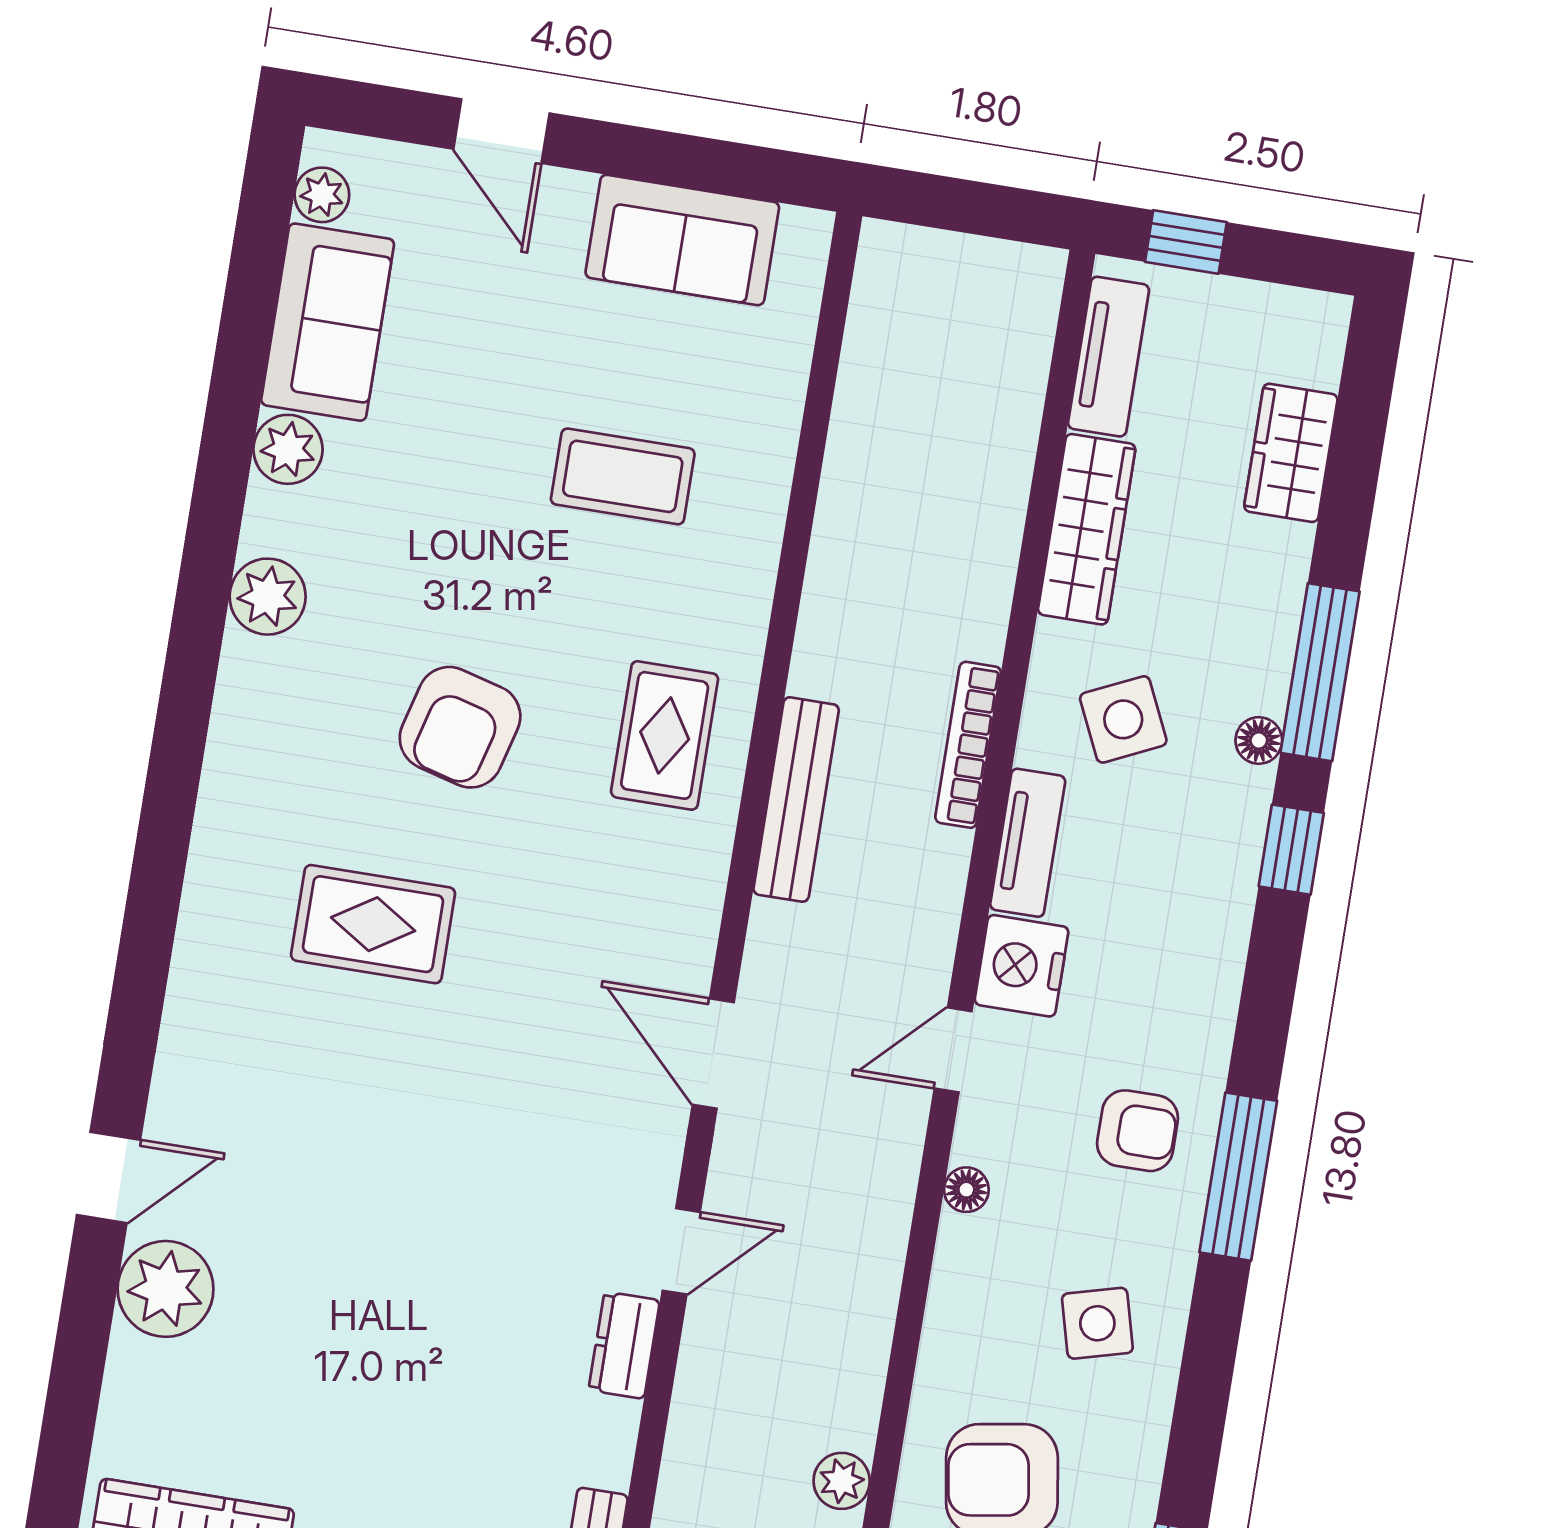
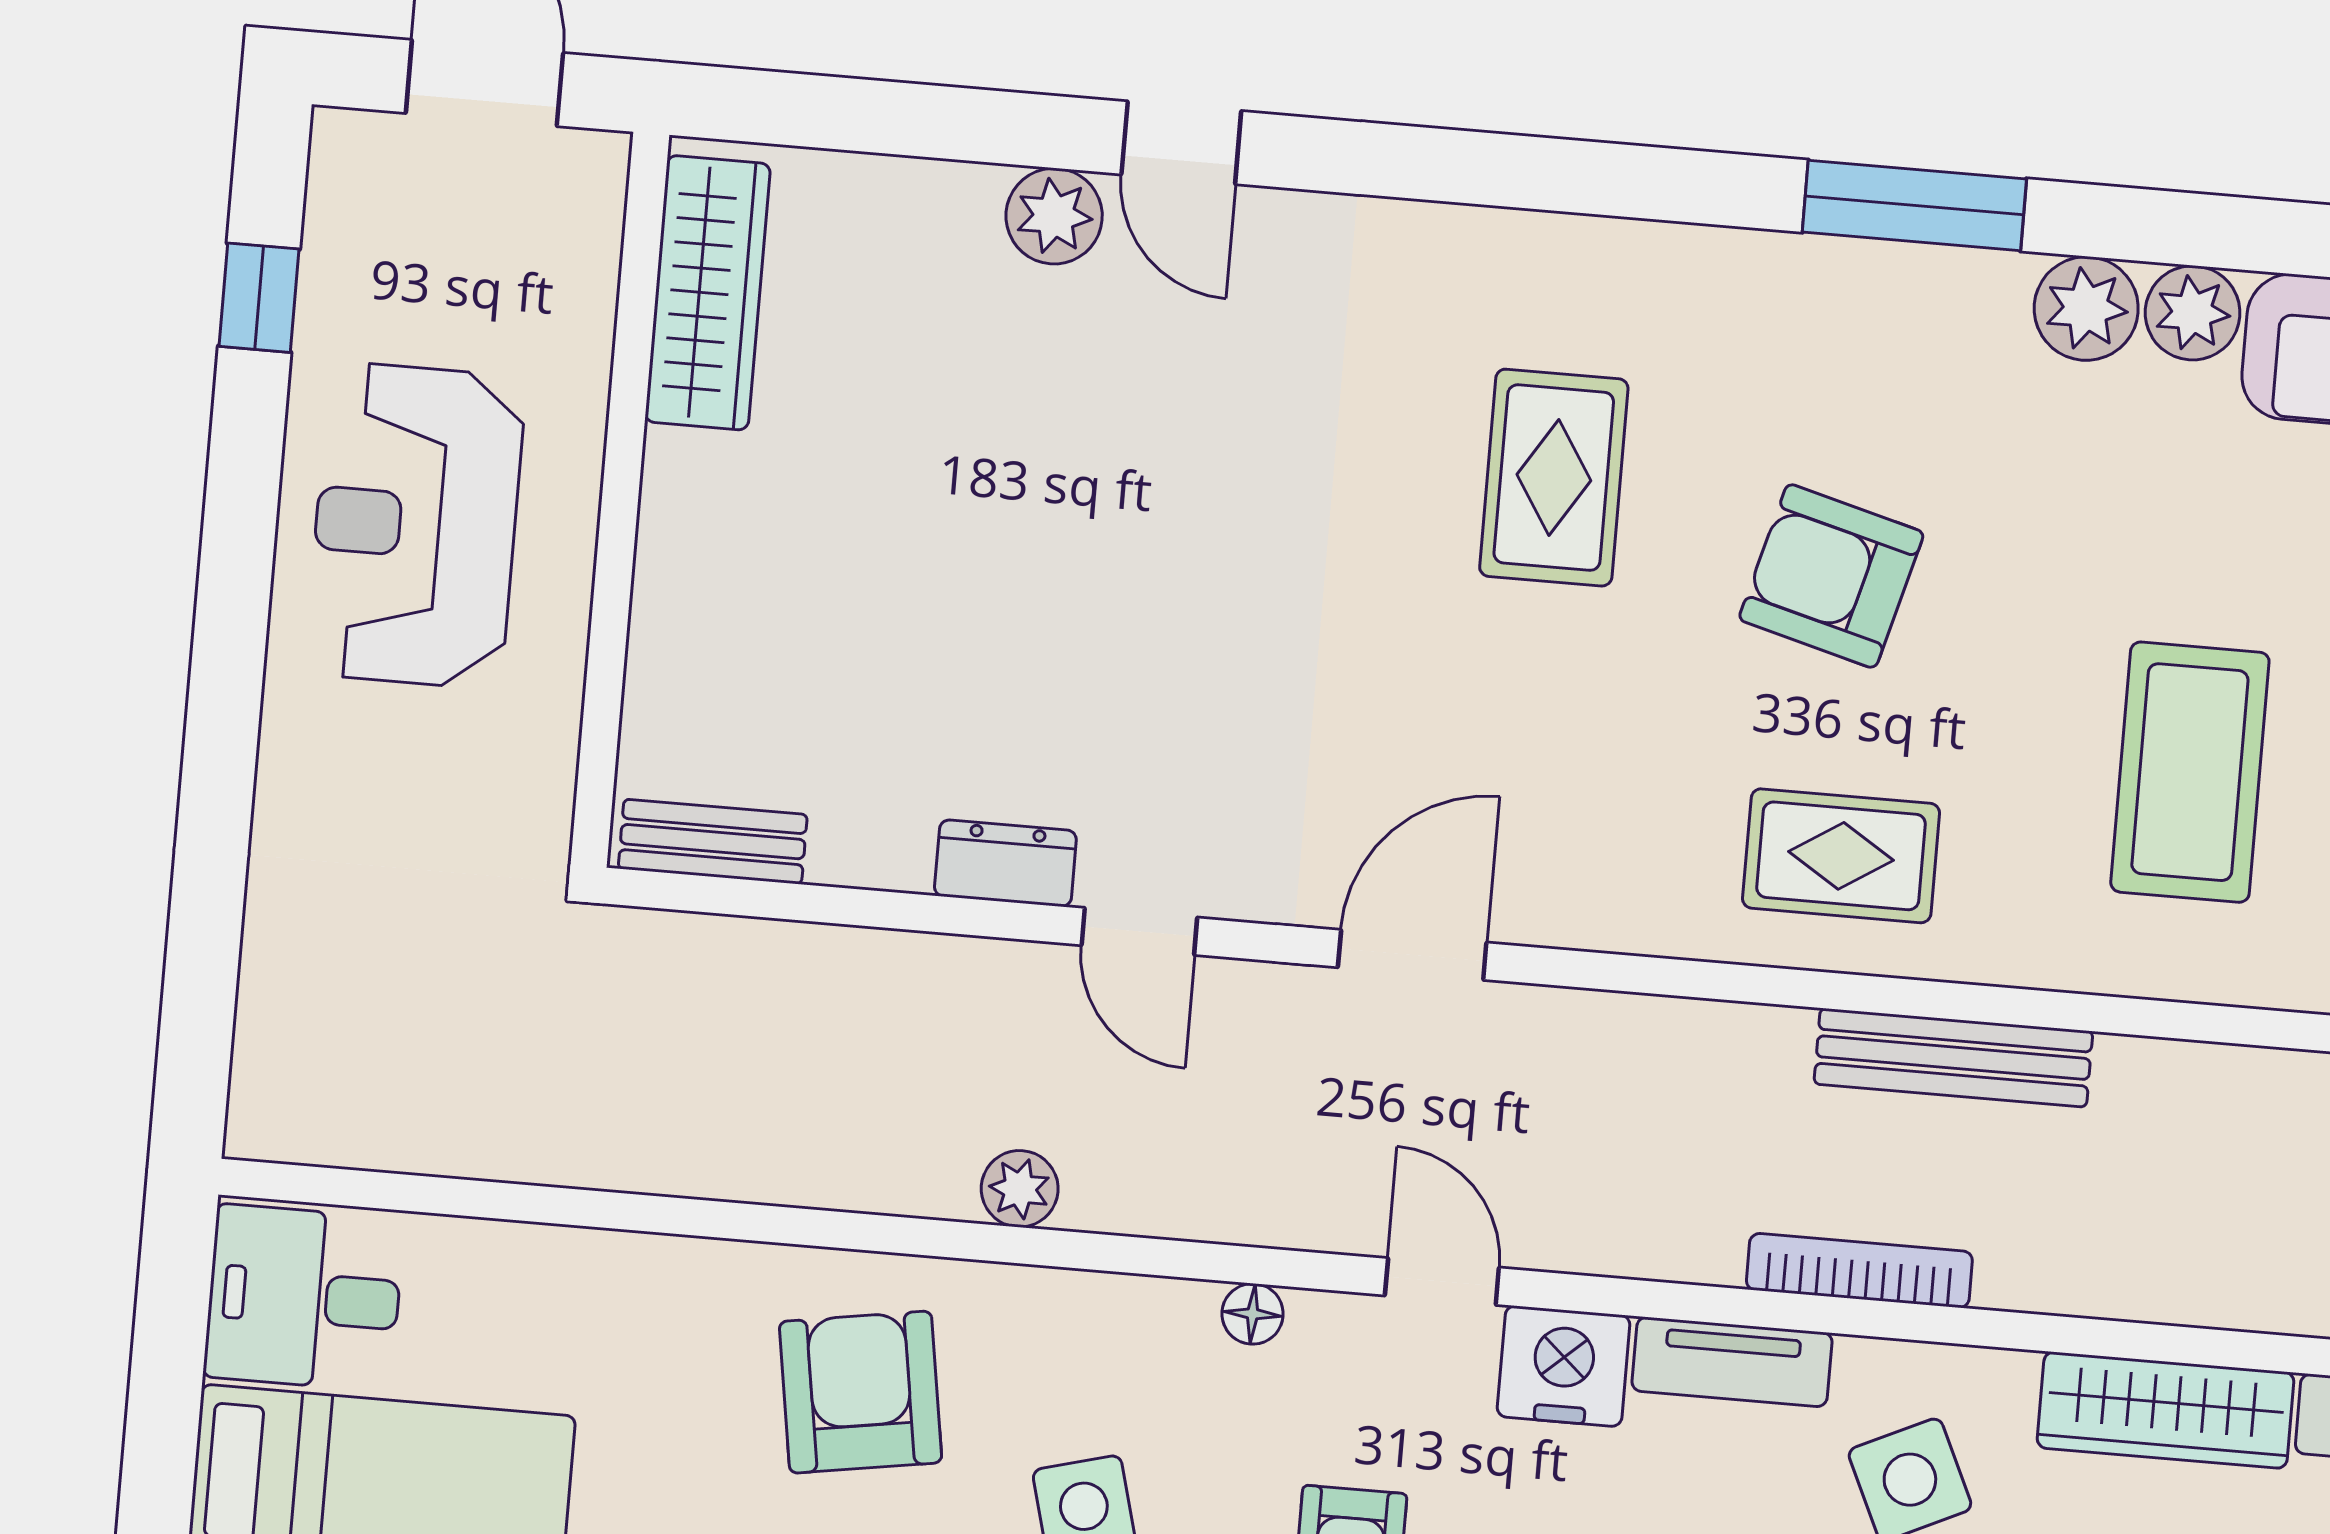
coffee table: (623, 476) -> (2190, 772), width x1.36, depth x1.32
plant: (268, 597) -> (2086, 309), moved
window: (194, 646) -> (1914, 206), added
bench: (796, 800) -> (1953, 1058), moved
plant: (166, 1289) -> (1054, 216), width x0.73, depth x0.73
plant: (842, 1481) -> (1020, 1189), moved

